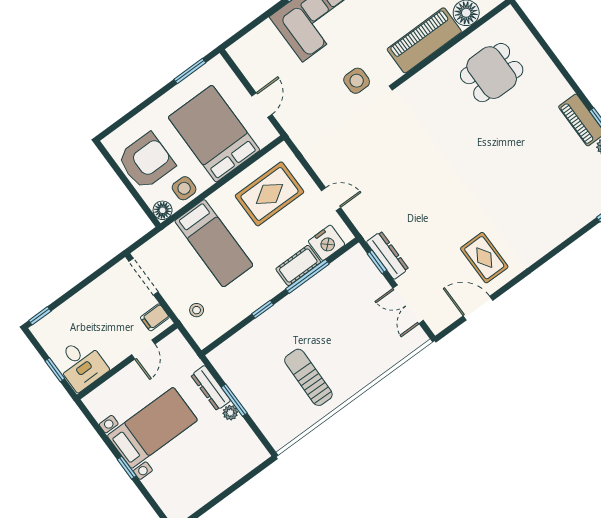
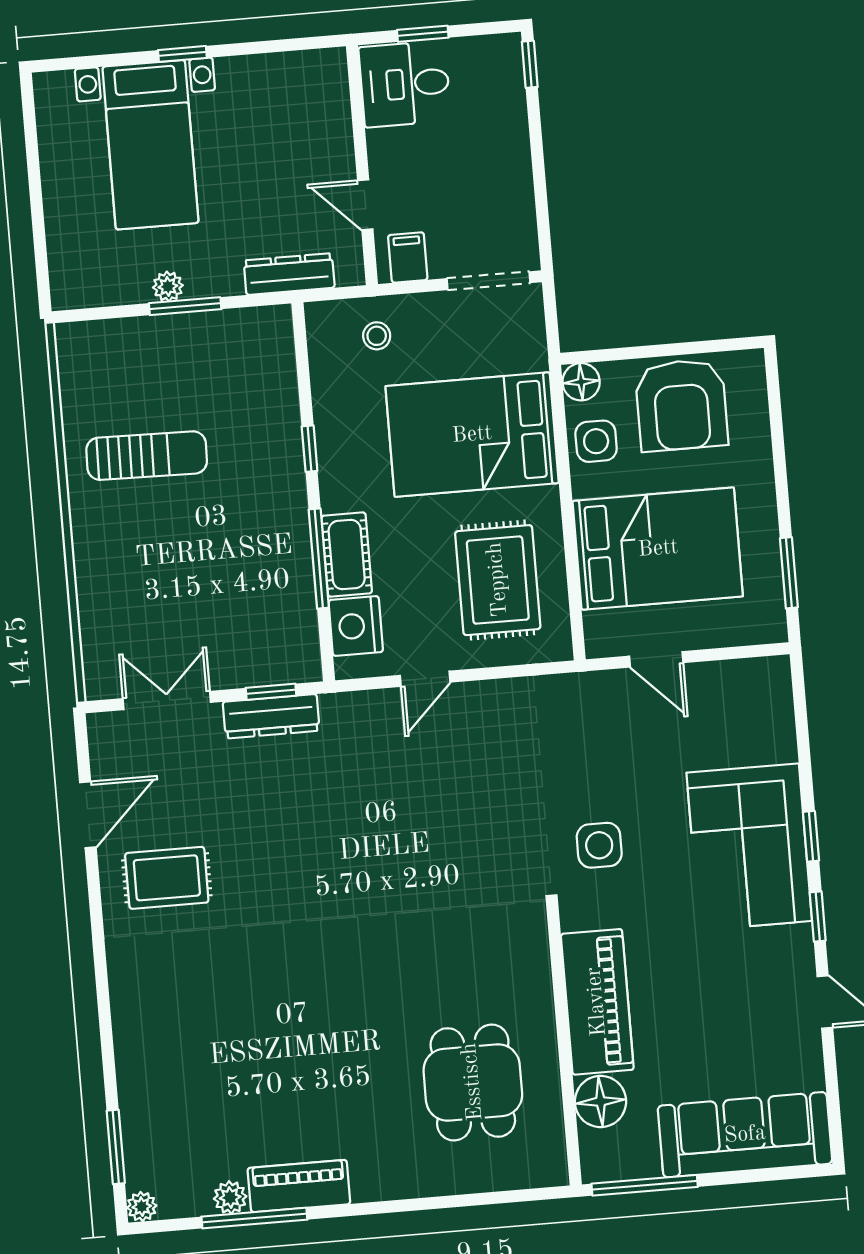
bed: (214, 243) -> (472, 435), width x1.50
dresser: (211, 388) -> (289, 274), moved
bed with nightstands: (152, 428) -> (150, 145), moved

